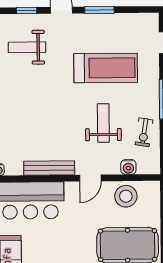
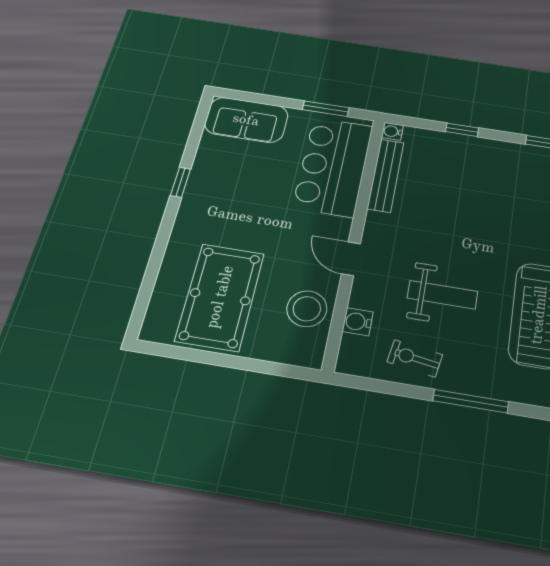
bench: (49, 168) -> (386, 175), moved

